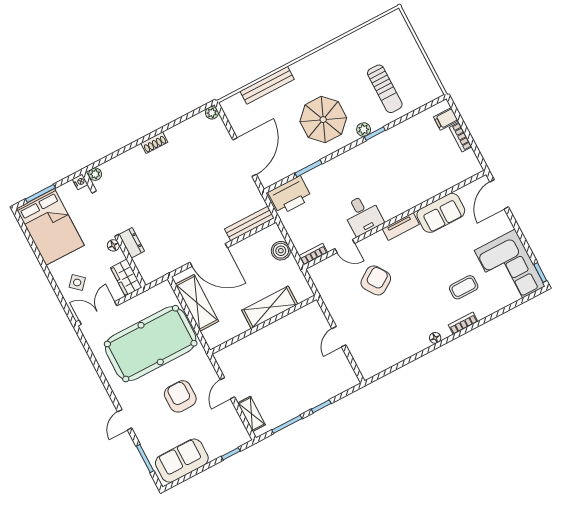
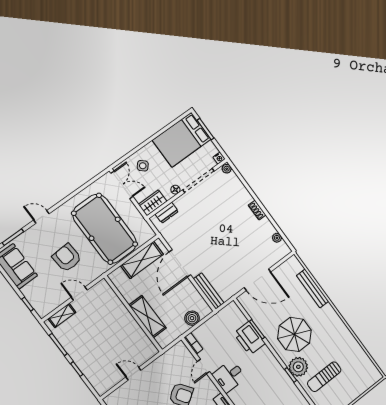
plant: (212, 113) -> (277, 238), moved
plant: (364, 129) -> (298, 367), width x1.87, depth x1.87
printer: (290, 195) -> (249, 338), moved
dresser: (132, 243) -> (167, 213), moved
armchair: (180, 396) -> (67, 258), turned -94

